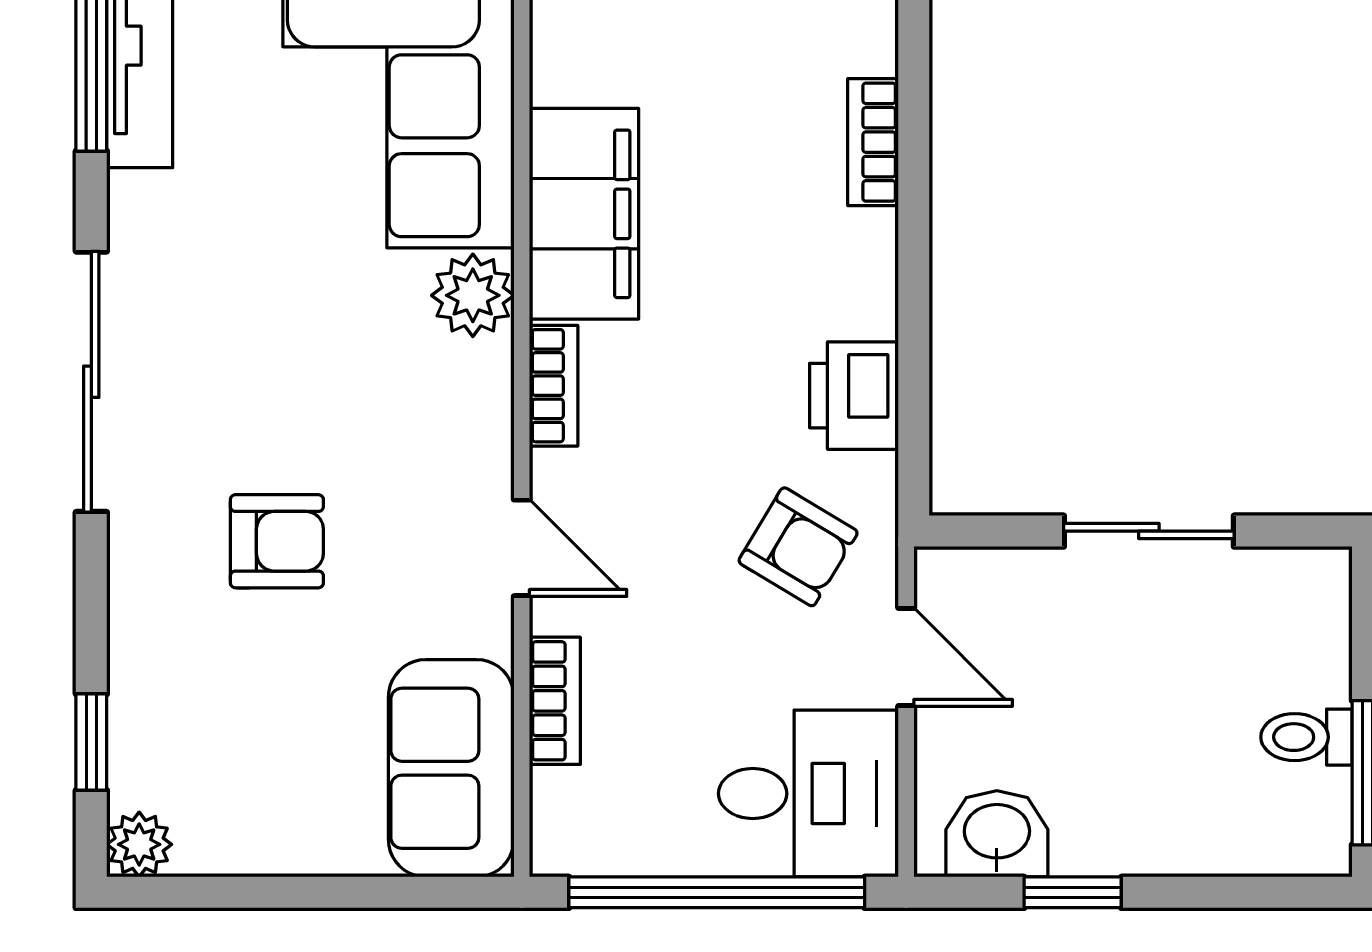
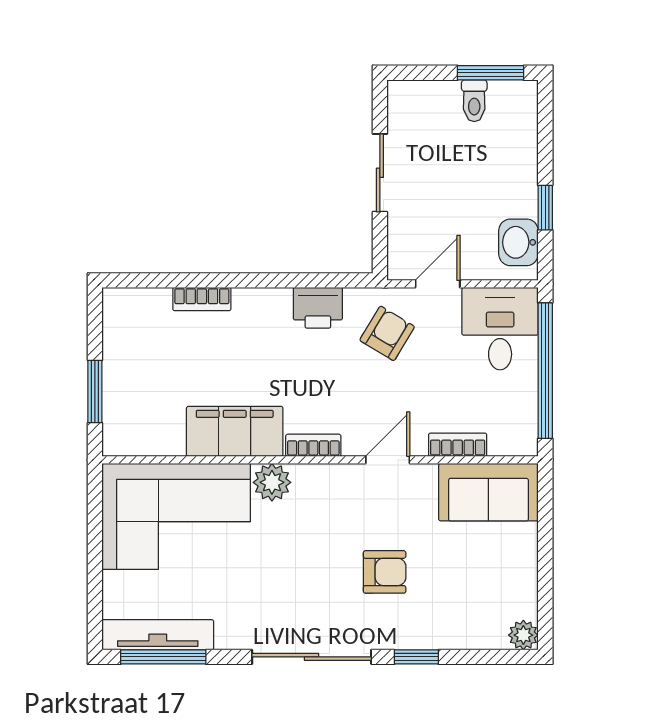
armchair: (277, 541) -> (385, 572), turned 90
window: (91, 742) -> (416, 657), moved

